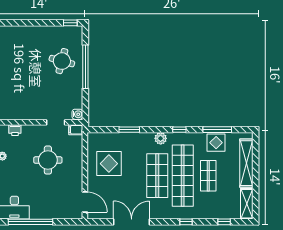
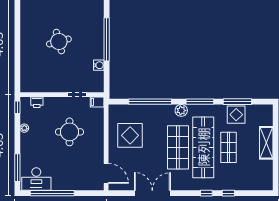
round table: (62, 61) -> (59, 42), moved, turned -30
water cooler: (77, 114) -> (99, 65), moved
window: (129, 130) -> (150, 102), width x2.11
window: (179, 130) -> (200, 102), width x2.17
shelving: (246, 163) -> (266, 143), width x0.68
shelving: (247, 204) -> (267, 175), removed
window: (224, 222) -> (228, 193), moved

